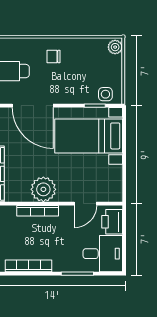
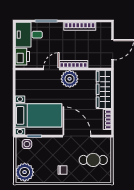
plant: (115, 47) -> (25, 172), width x1.87, depth x1.87
door: (85, 204) -> (51, 69), moved

